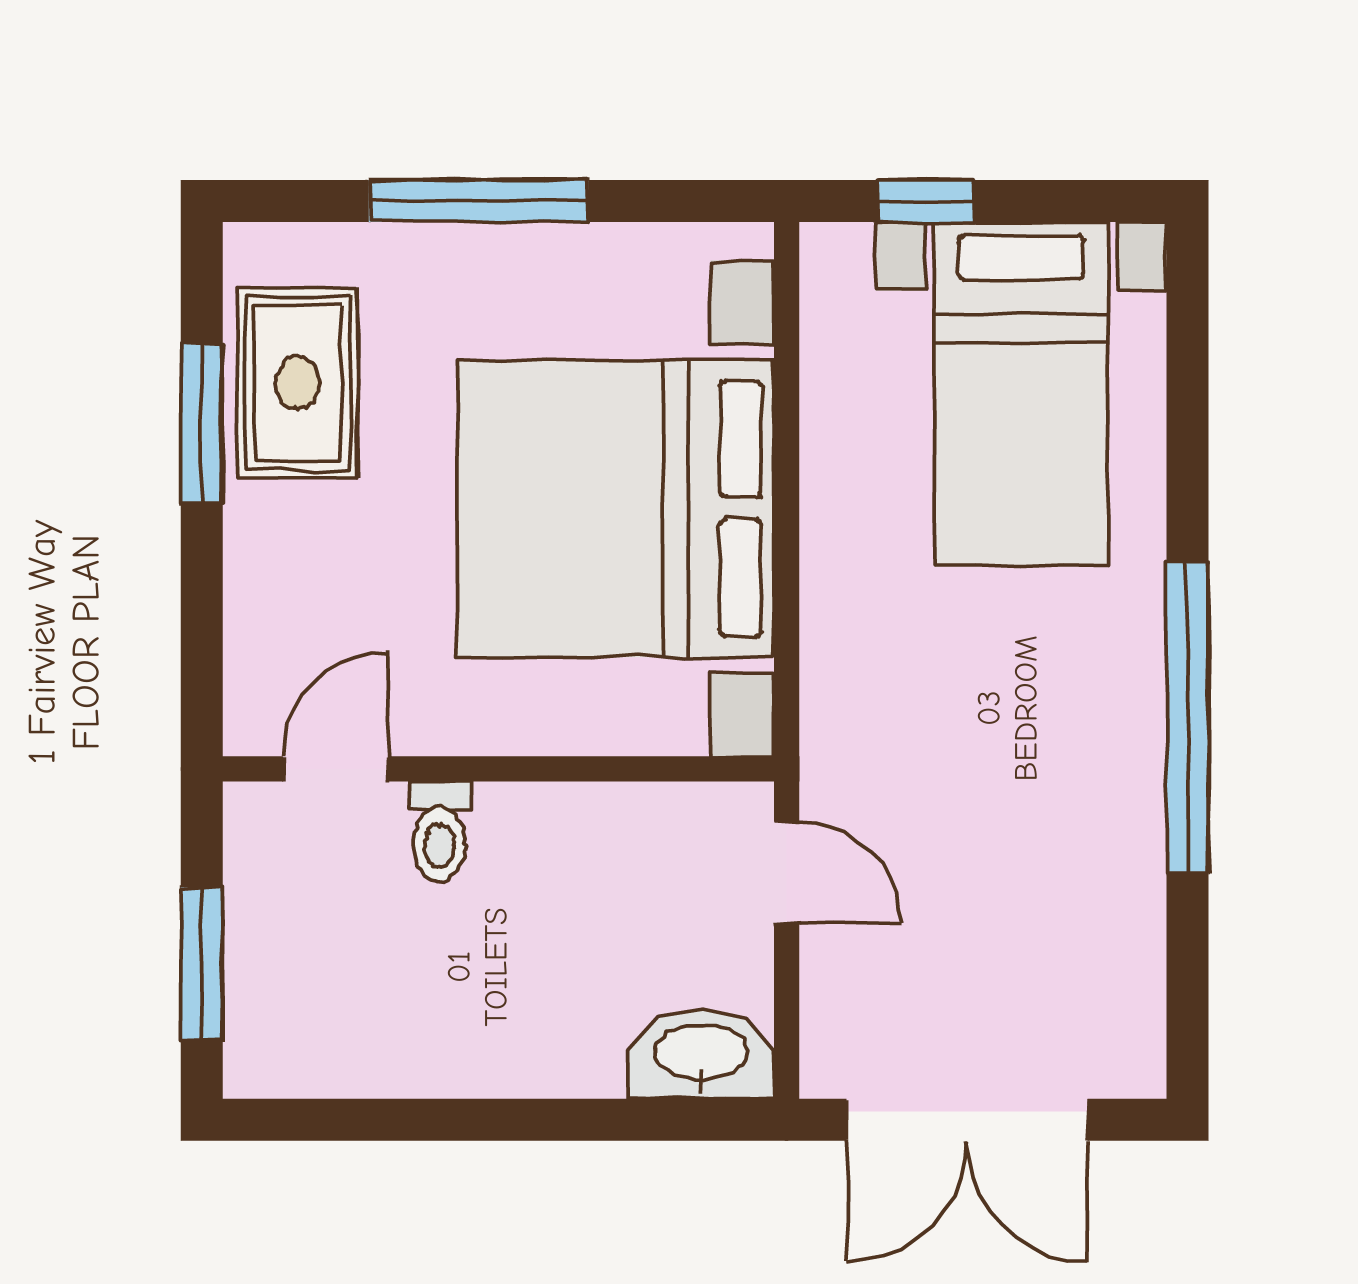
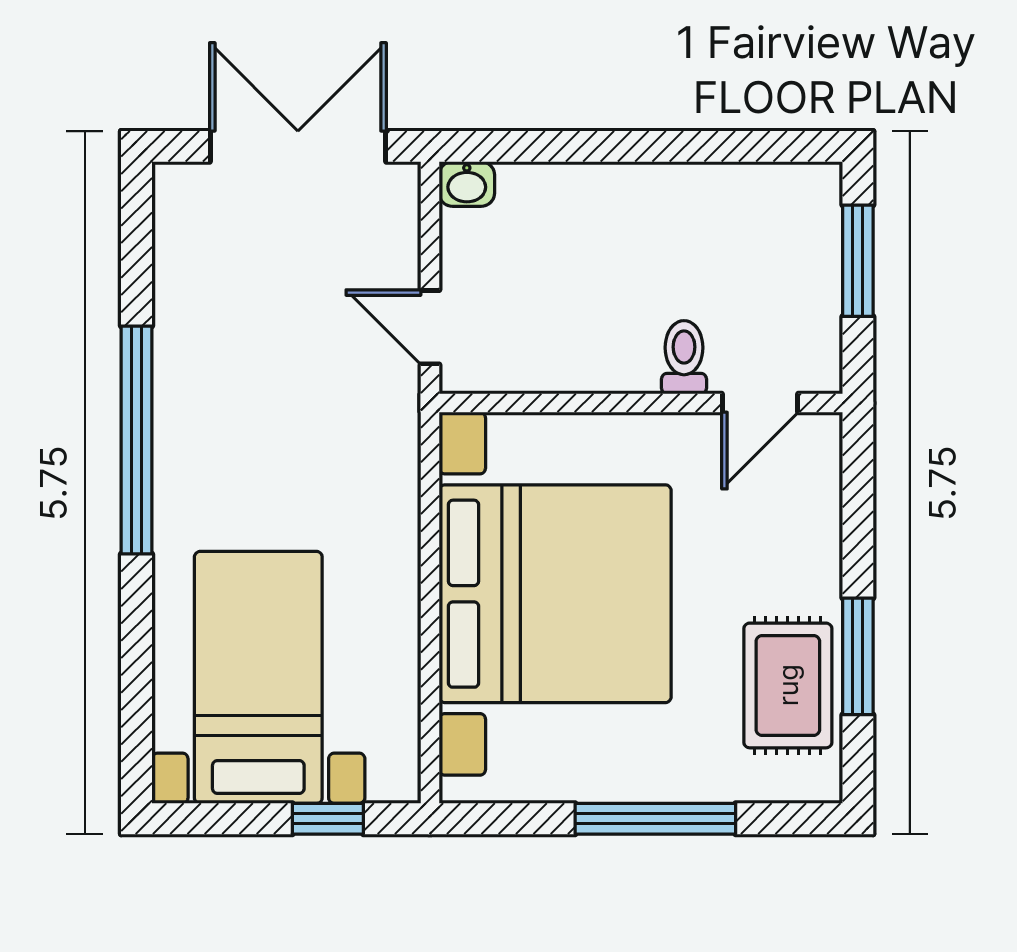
washbasin: (702, 1055) -> (467, 184), width x0.52, depth x0.69

